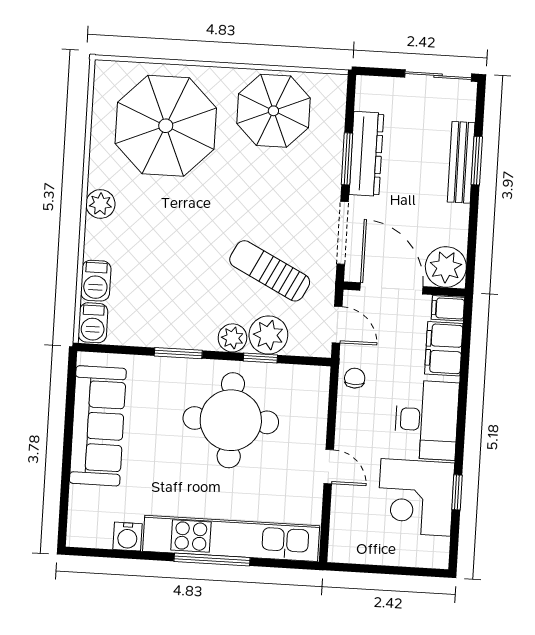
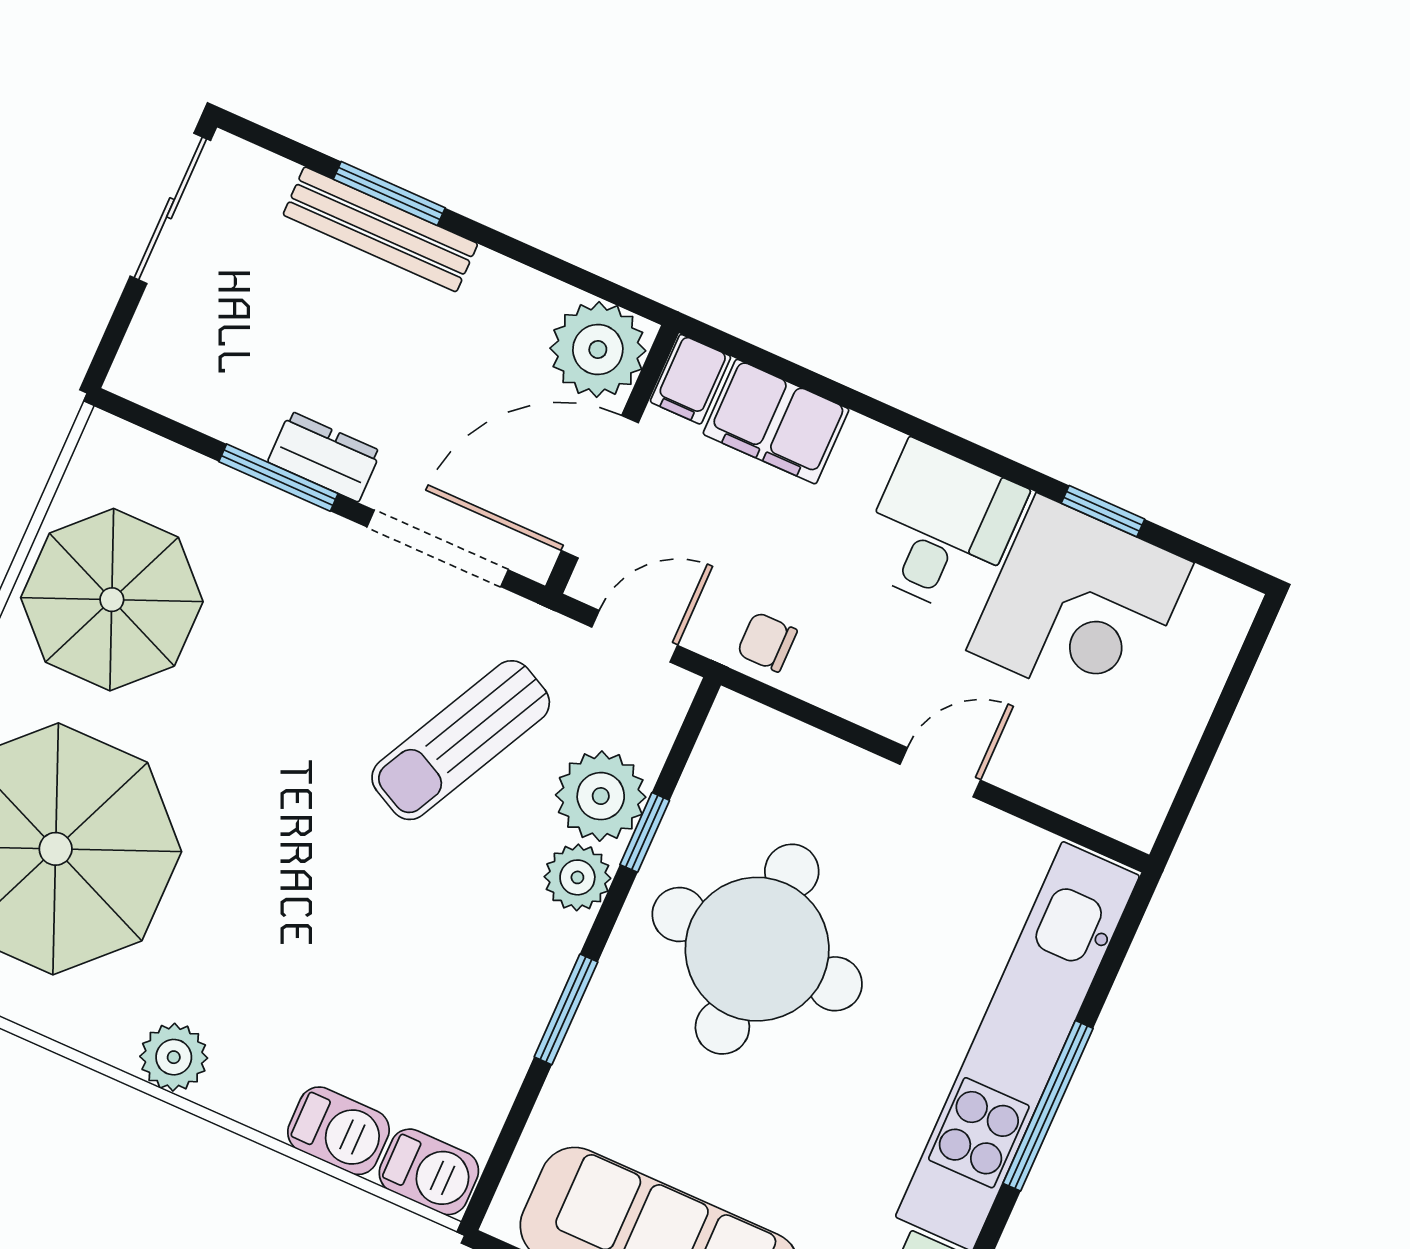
dresser: (366, 154) -> (324, 457), width x0.51, depth x0.80
desk: (427, 420) -> (941, 529), width x0.73

